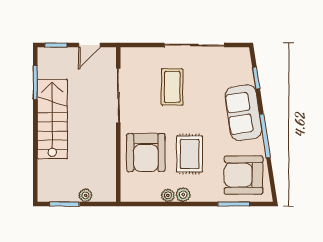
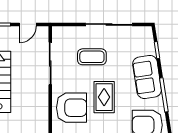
coffee table: (172, 87) -> (92, 57), turned 90
armchair: (146, 152) -> (72, 108), turned -90
rug: (189, 154) -> (104, 97), moved

